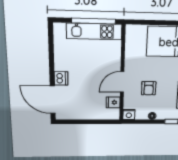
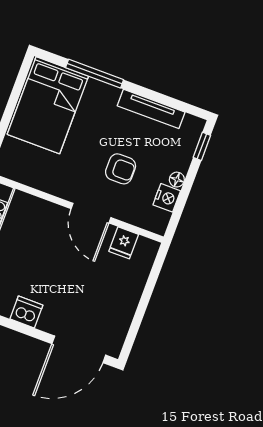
dishwasher: (61, 78) -> (26, 312), moved
nightstand: (129, 114) -> (167, 198), moved

